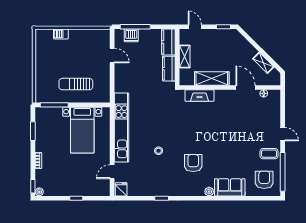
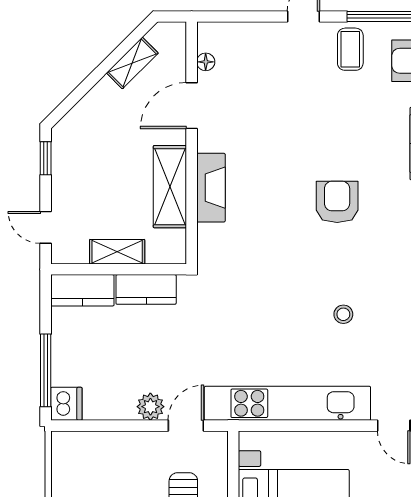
door: (195, 27) -> (46, 227), hinge flipped
dishwasher: (131, 35) -> (66, 404), moved
door: (112, 55) -> (186, 426), moved
plant: (120, 70) -> (150, 407), added
fireplace: (199, 96) -> (211, 188), moved
armchair: (193, 163) -> (337, 202), moved, turned 90

